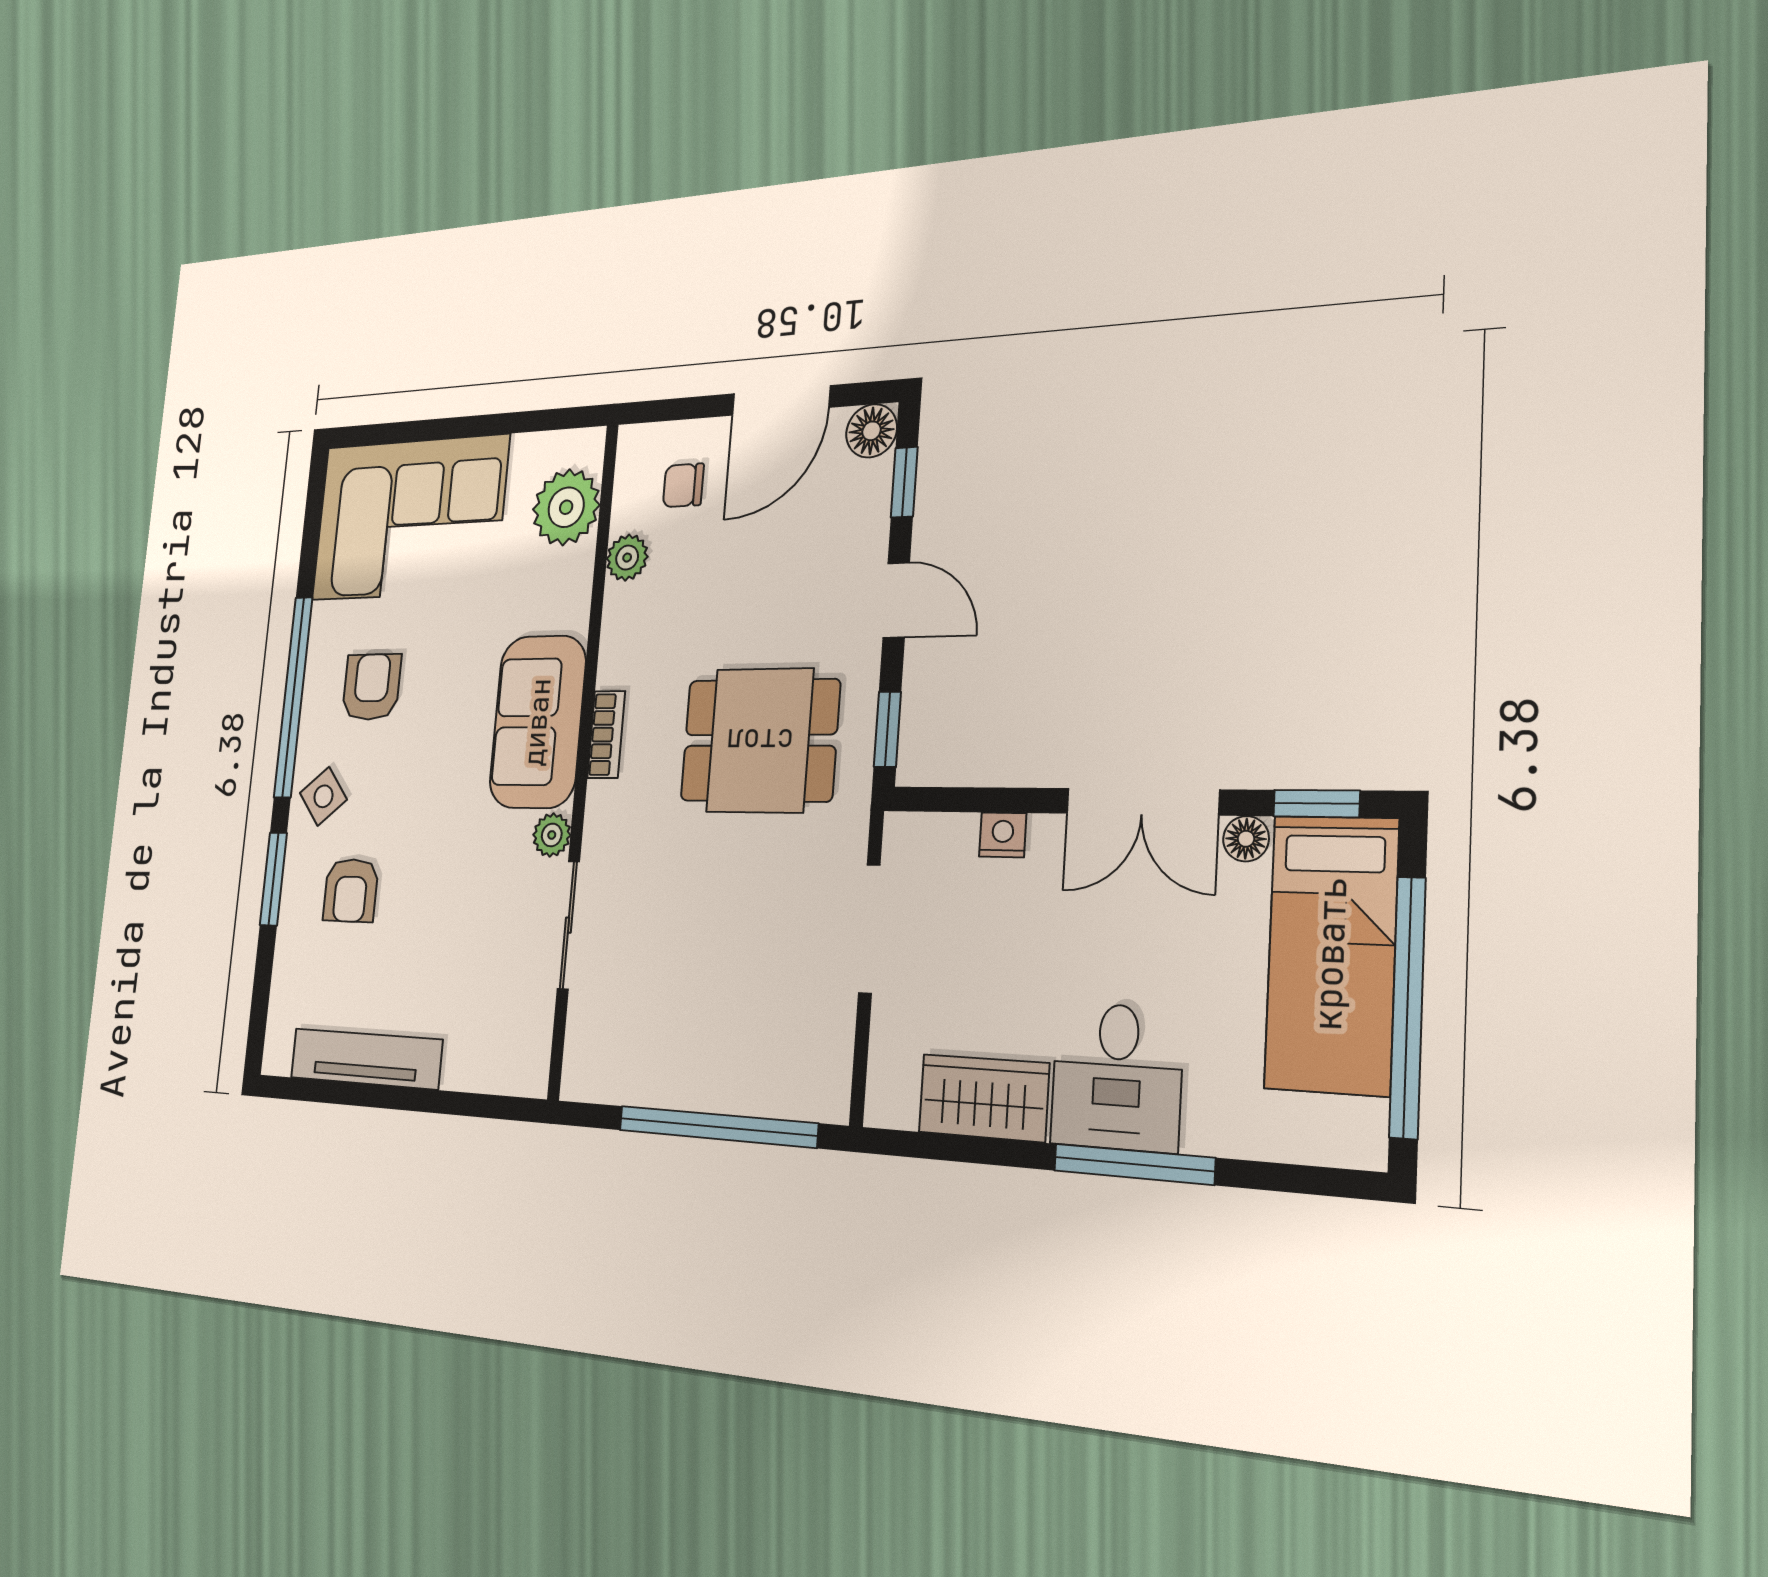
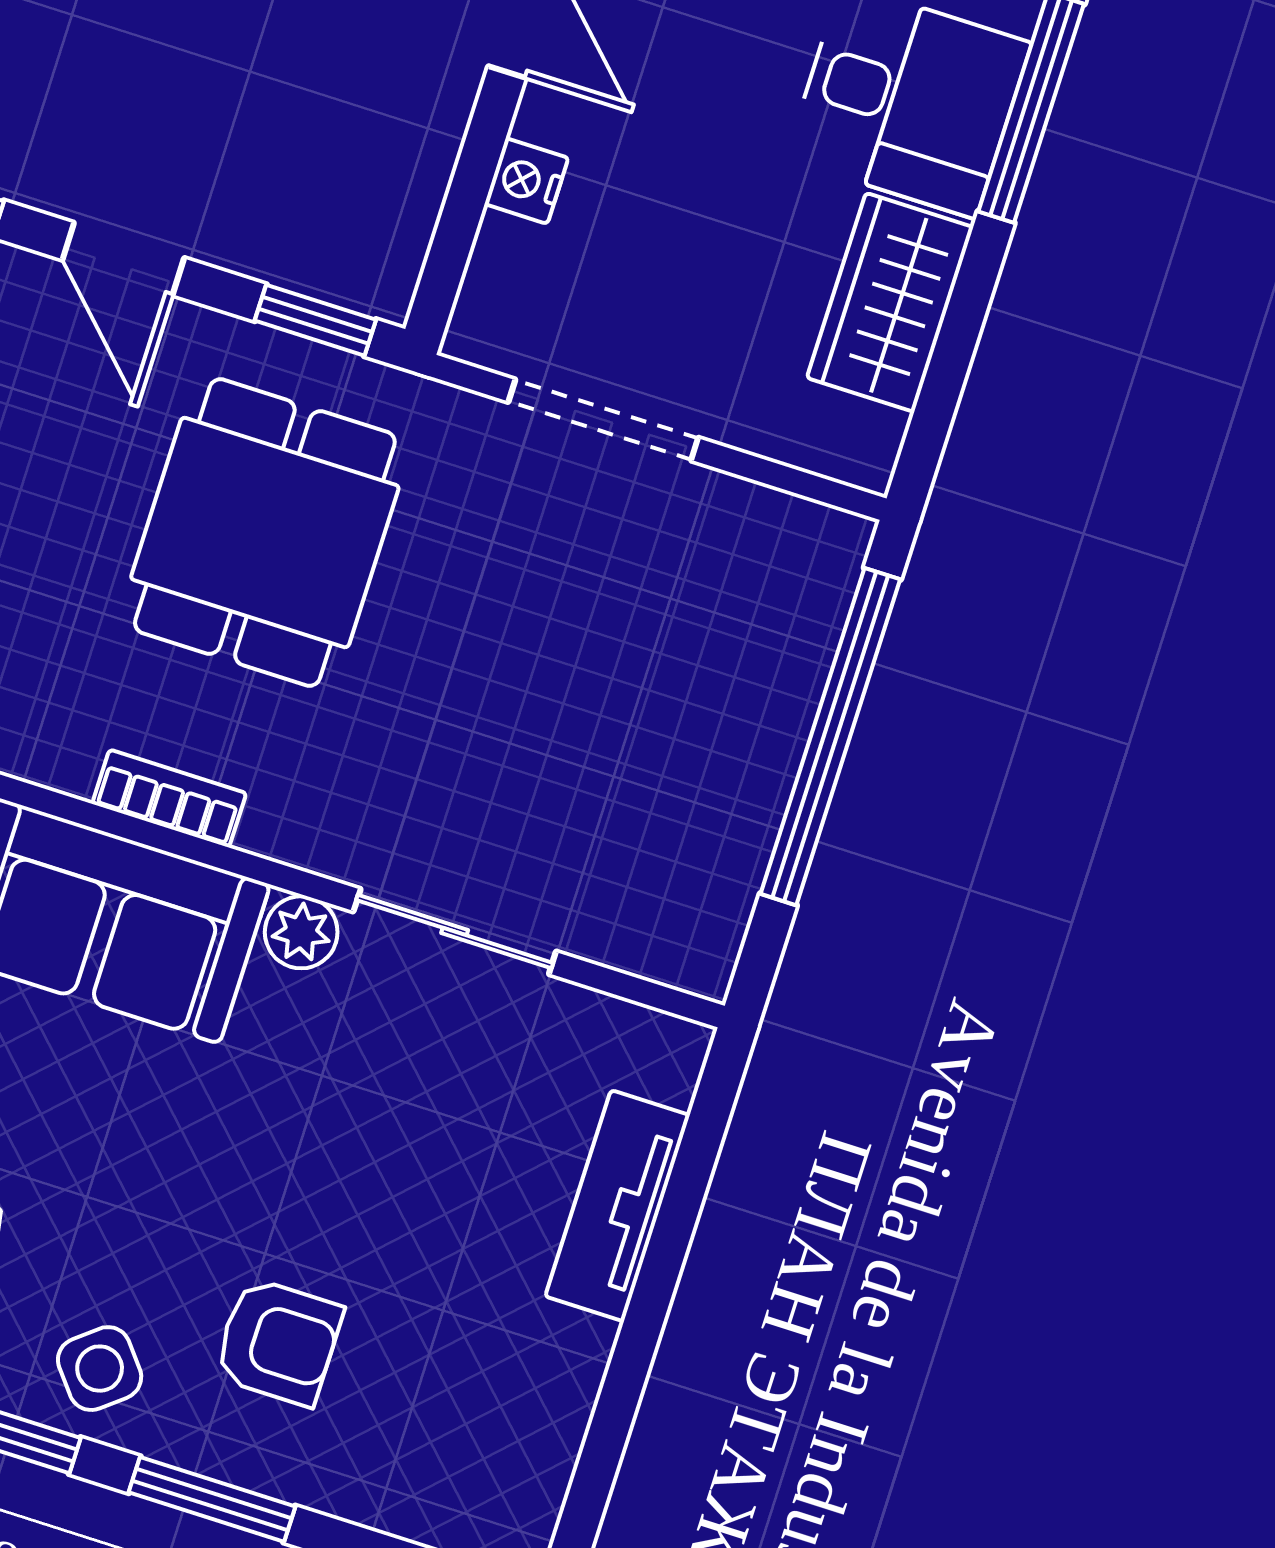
door: (896, 600) -> (123, 259), swing flipped
tv unit: (366, 1059) -> (618, 1206), moved, width x0.71

